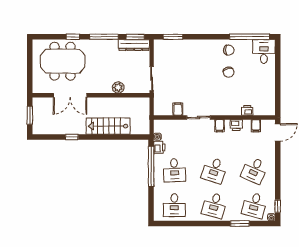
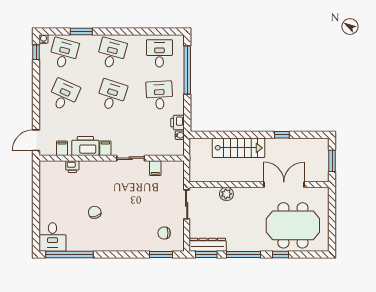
chair: (229, 50) -> (164, 233), moved
printer: (236, 125) -> (85, 146), width x1.87, depth x1.48
window: (151, 166) -> (187, 70), moved

